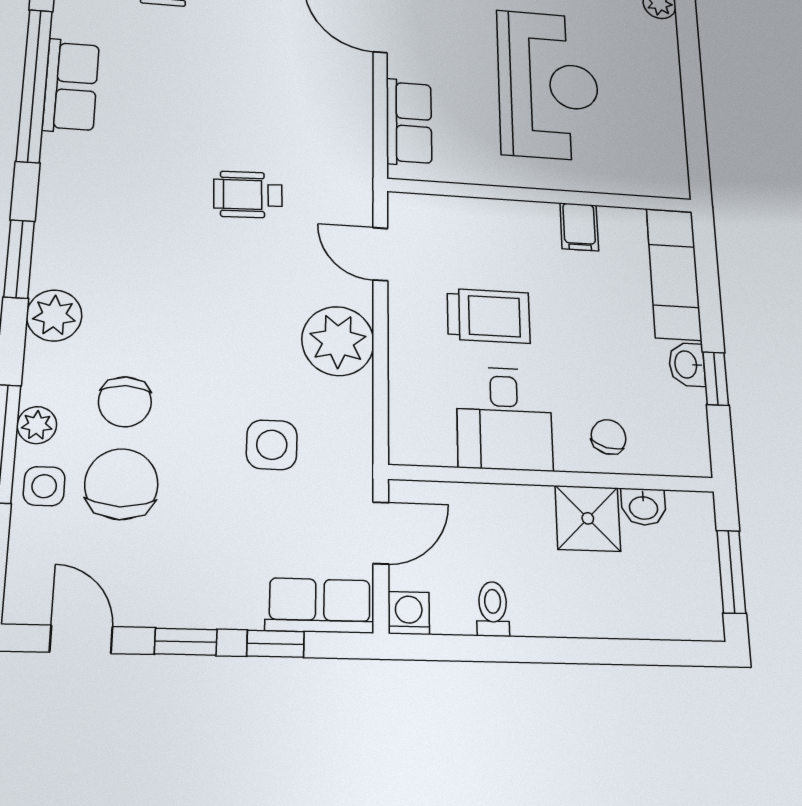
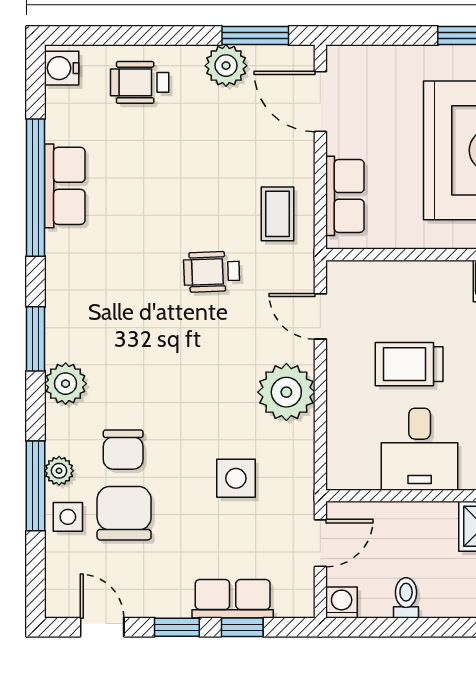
coffee table: (329, 136) -> (278, 214), added
trolley: (489, 316) -> (409, 364), turned 180
row of seats: (320, 606) -> (233, 599), moved

